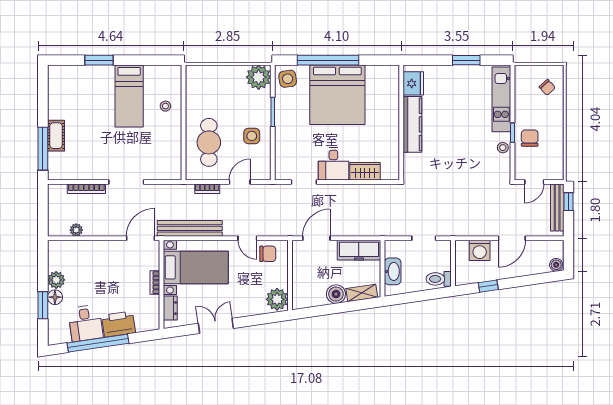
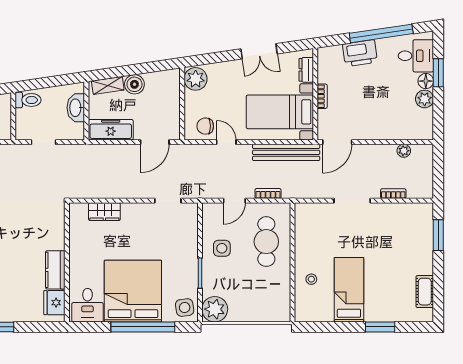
kitchen counter: (412, 124) -> (55, 270), width x0.67
cot: (56, 136) -> (425, 292), moved
window: (43, 149) -> (438, 235), width x0.69
desk: (333, 164) -> (88, 305), moved, turned 180
bookcase: (86, 189) -> (393, 194), width x0.64
desk: (85, 323) -> (416, 56), moved, turned 98

